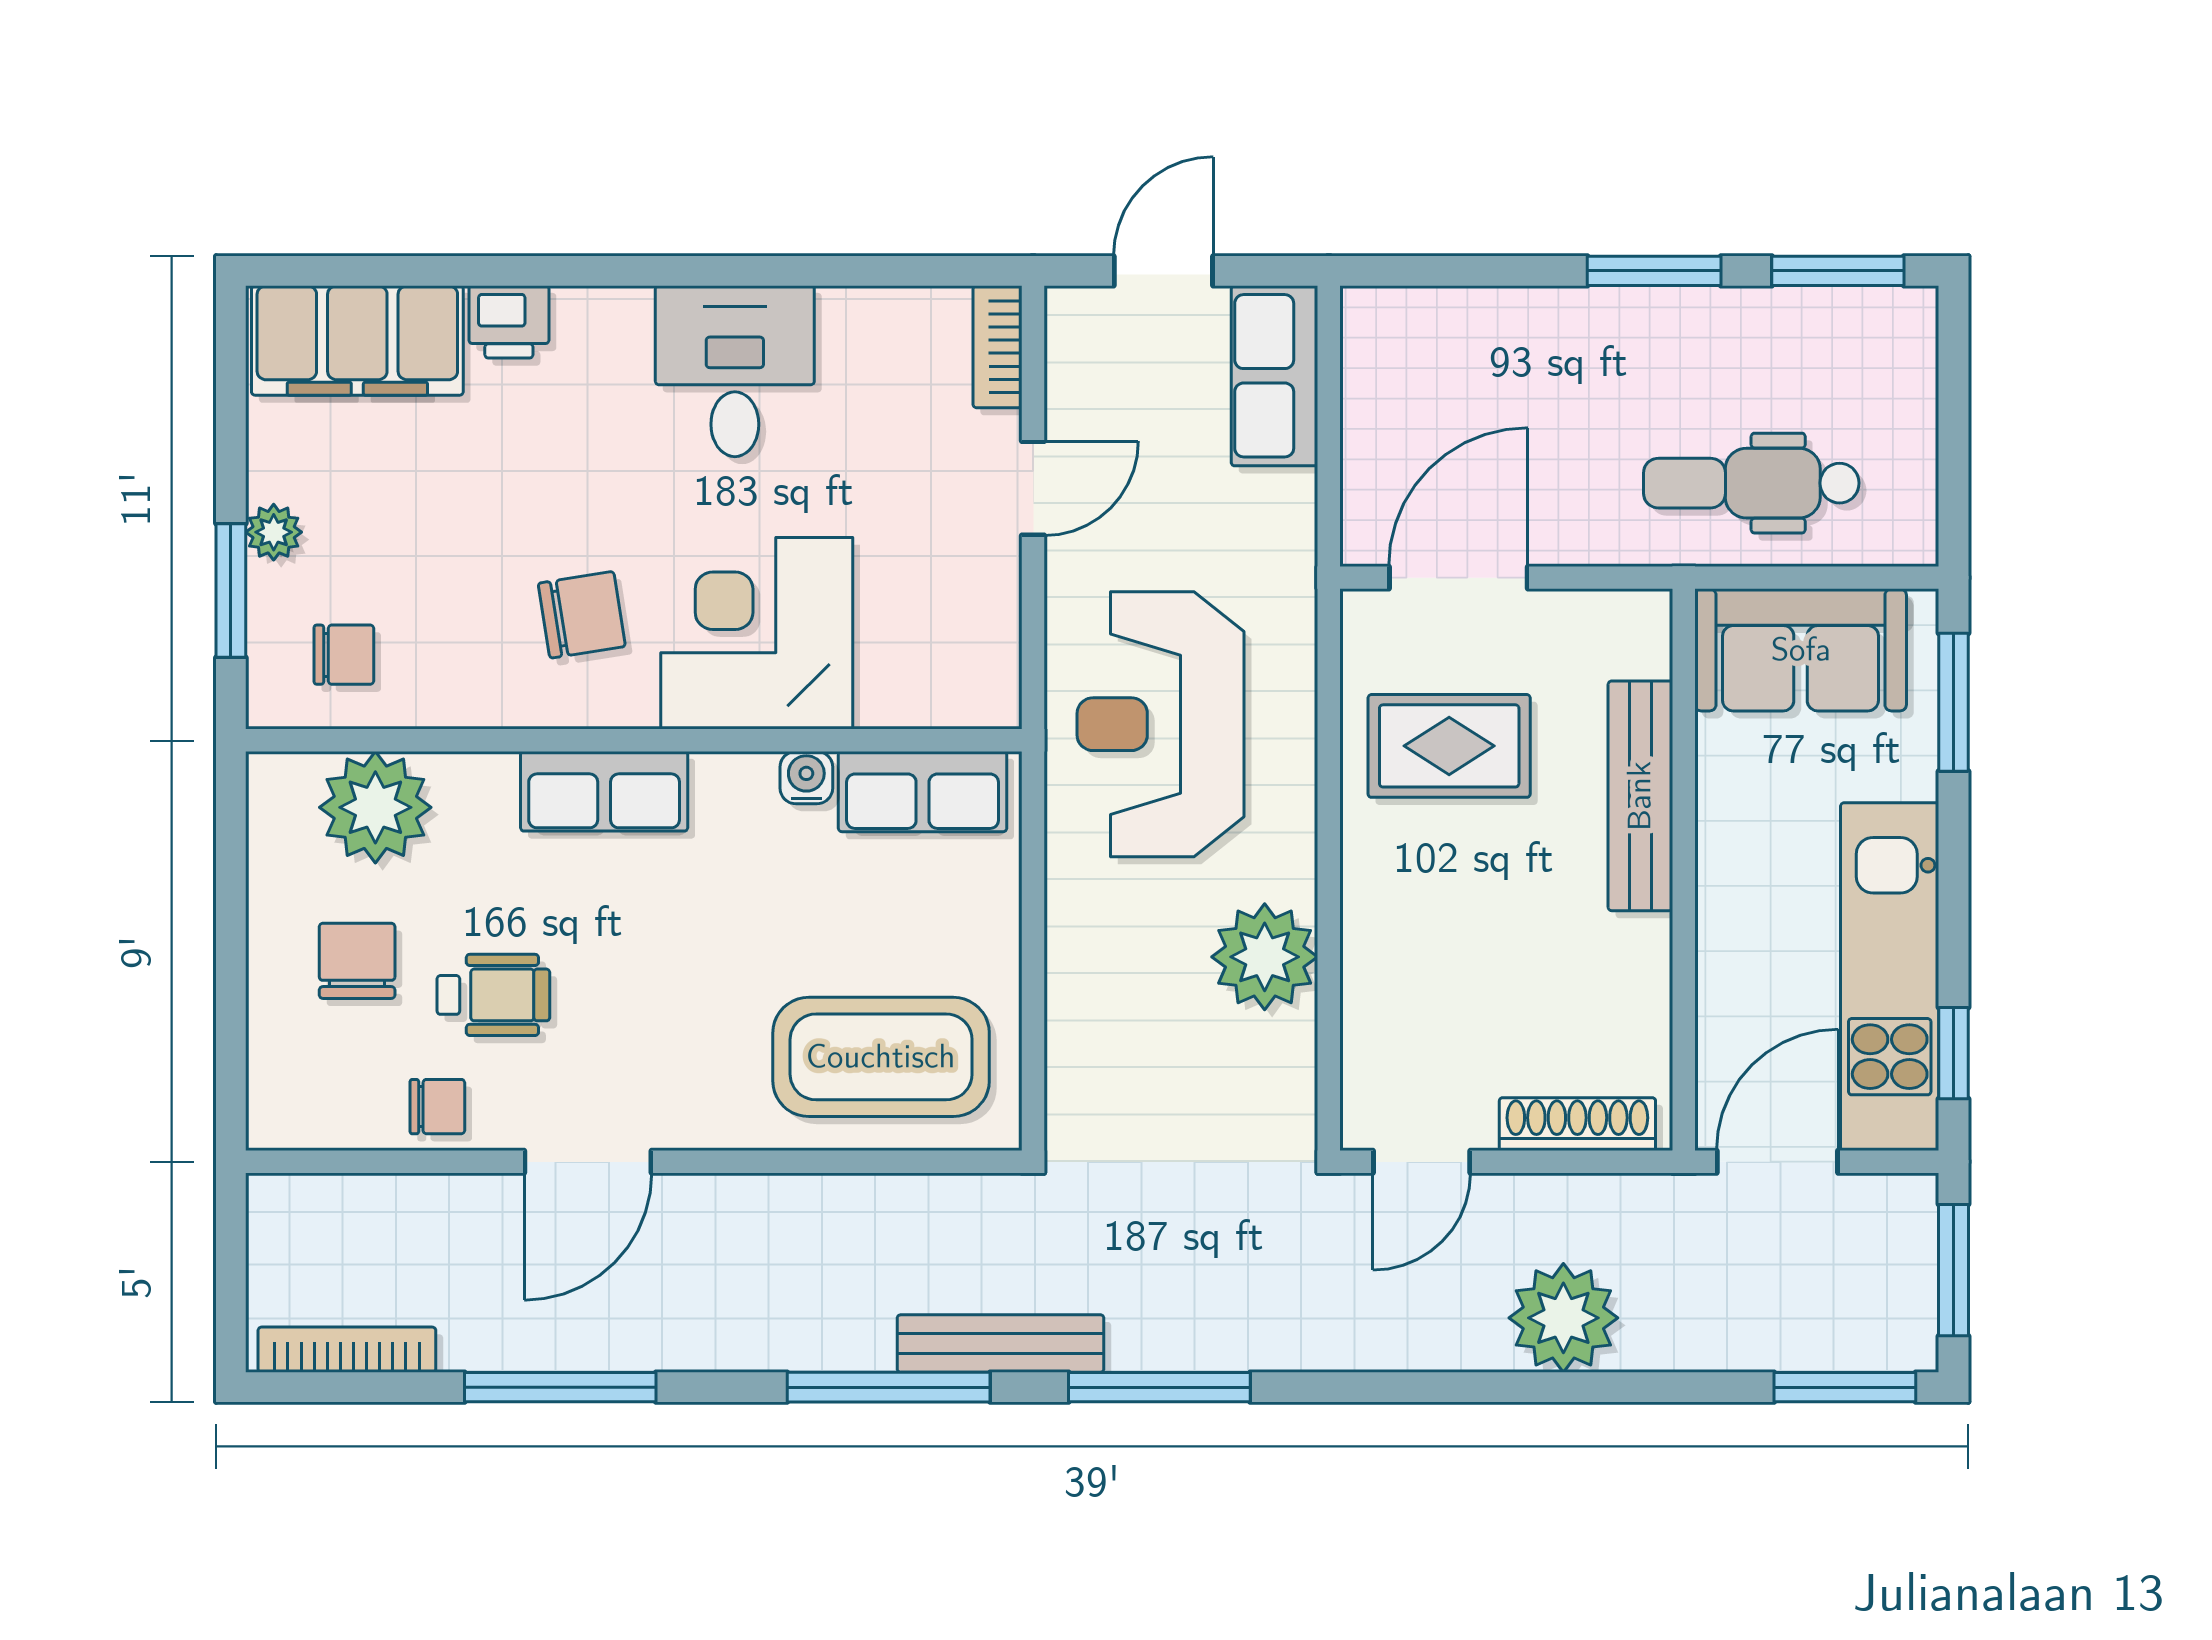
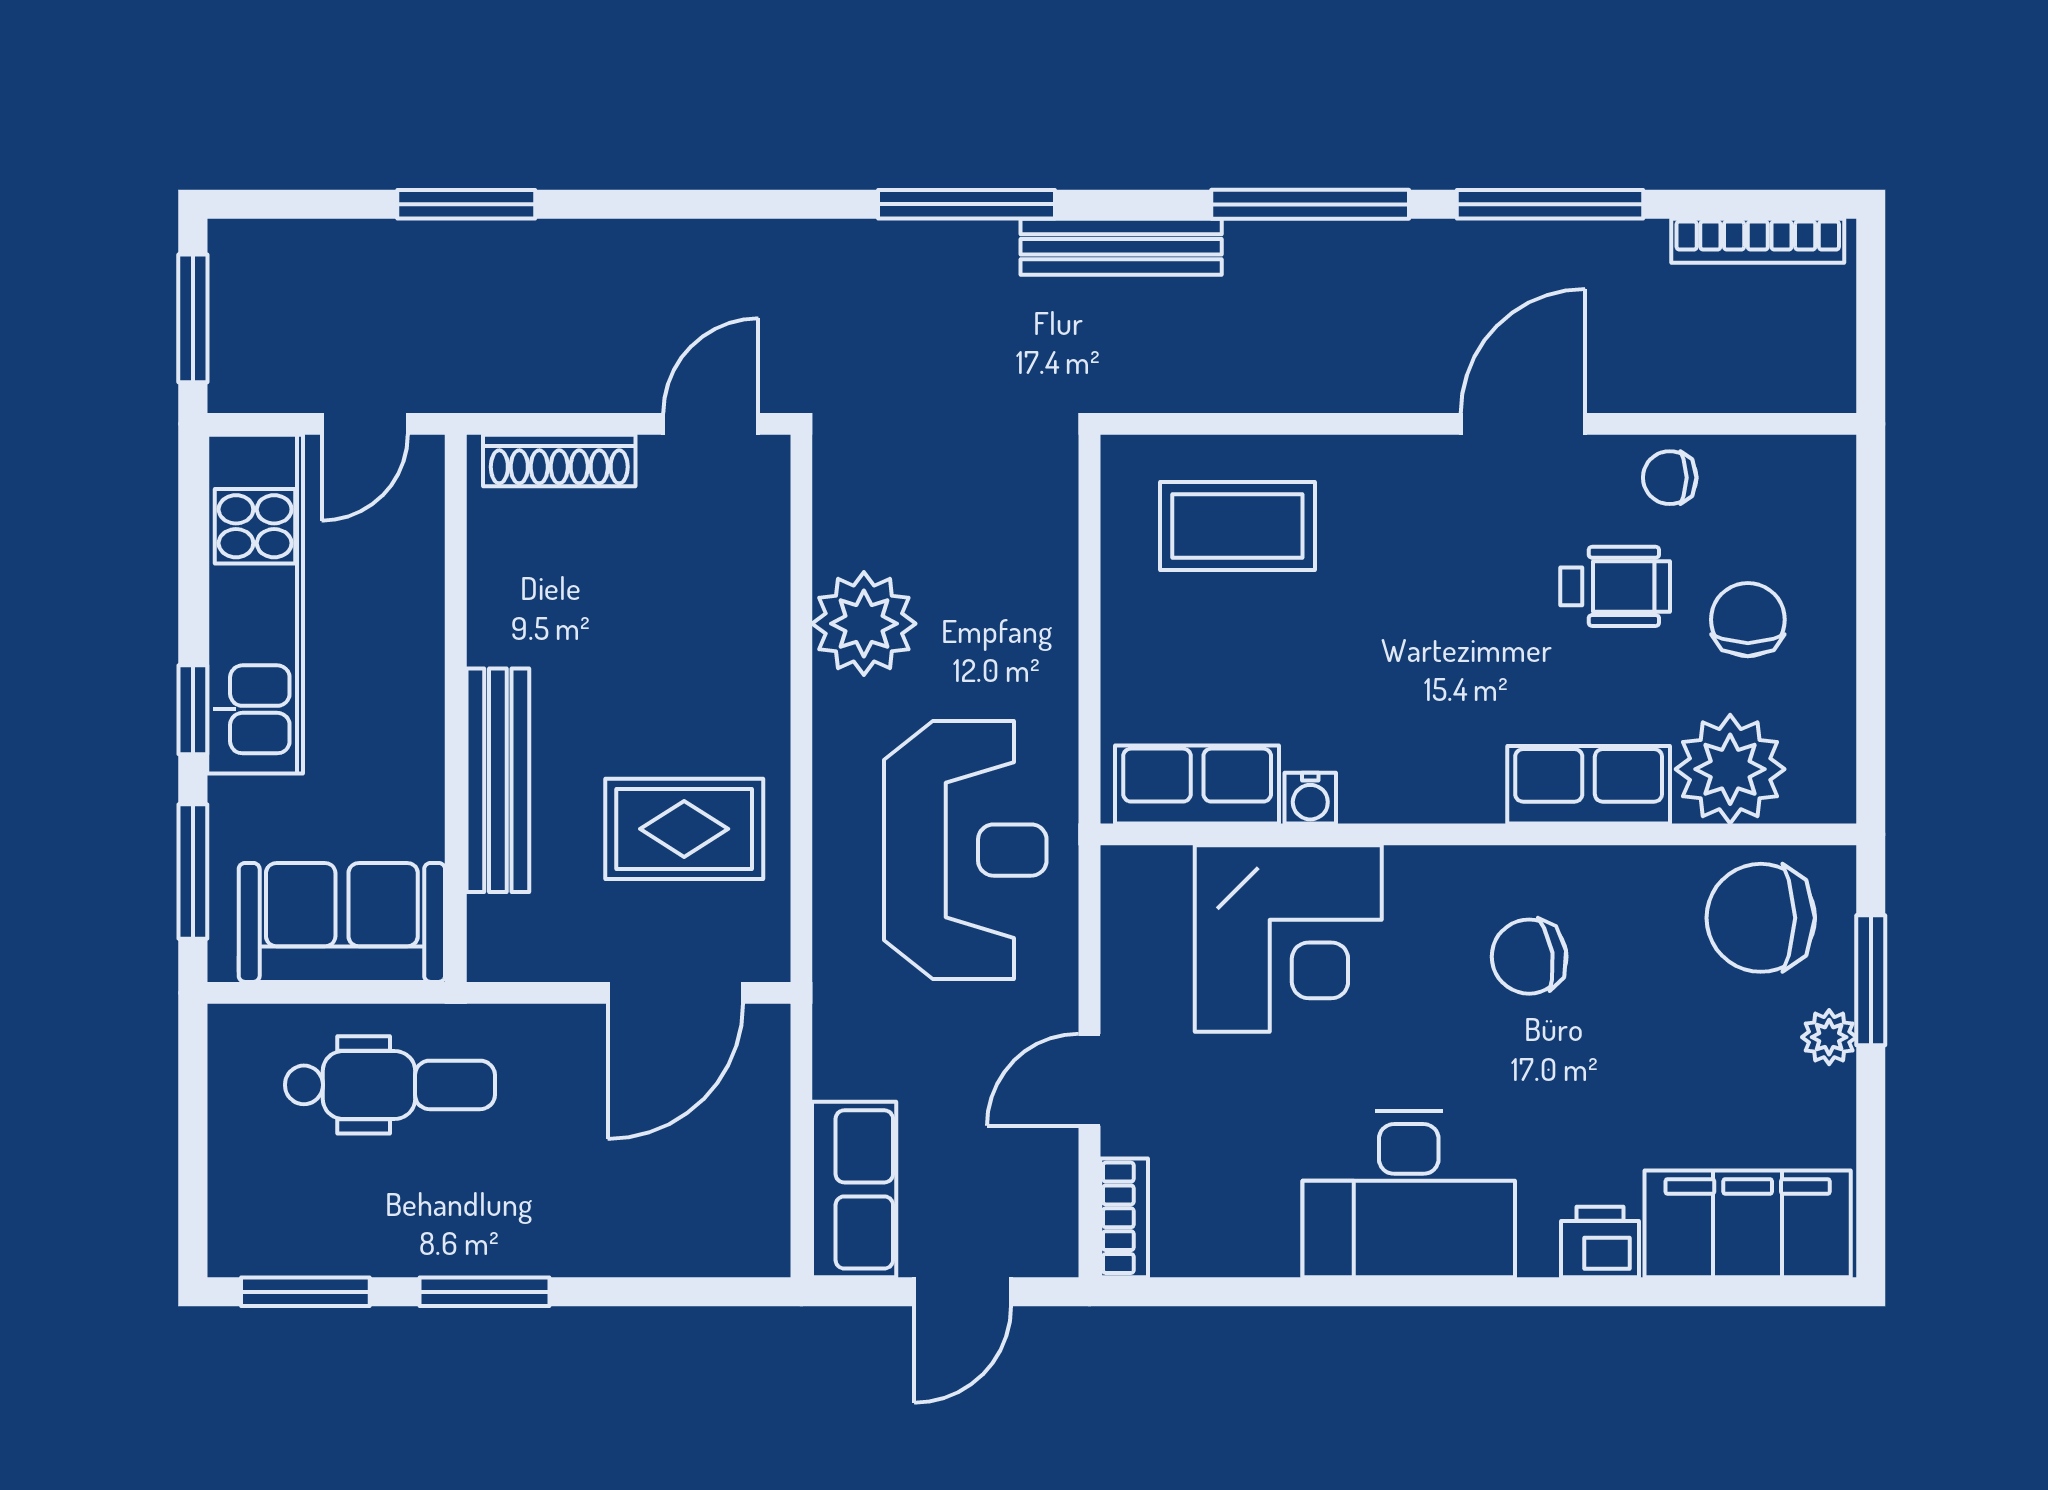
desk: (735, 371) -> (1409, 1194), width x1.37
corner desk: (757, 633) -> (1288, 939), moved
chair: (344, 655) -> (1761, 918), width x1.87, depth x1.87
row of seats: (604, 791) -> (1589, 785), moved
chair: (357, 961) -> (1748, 620), turned 180
wheelchair: (493, 995) -> (1615, 586), turned 180
window: (1954, 1053) -> (193, 710), moved
coffee table: (881, 1057) -> (1237, 526), width x0.73, depth x0.76
door: (1777, 1162) -> (365, 424), width x0.73
plant: (1563, 1318) -> (573, 272), removed
window: (889, 1387) -> (1310, 204), moved
window: (1845, 1387) -> (466, 204), moved

